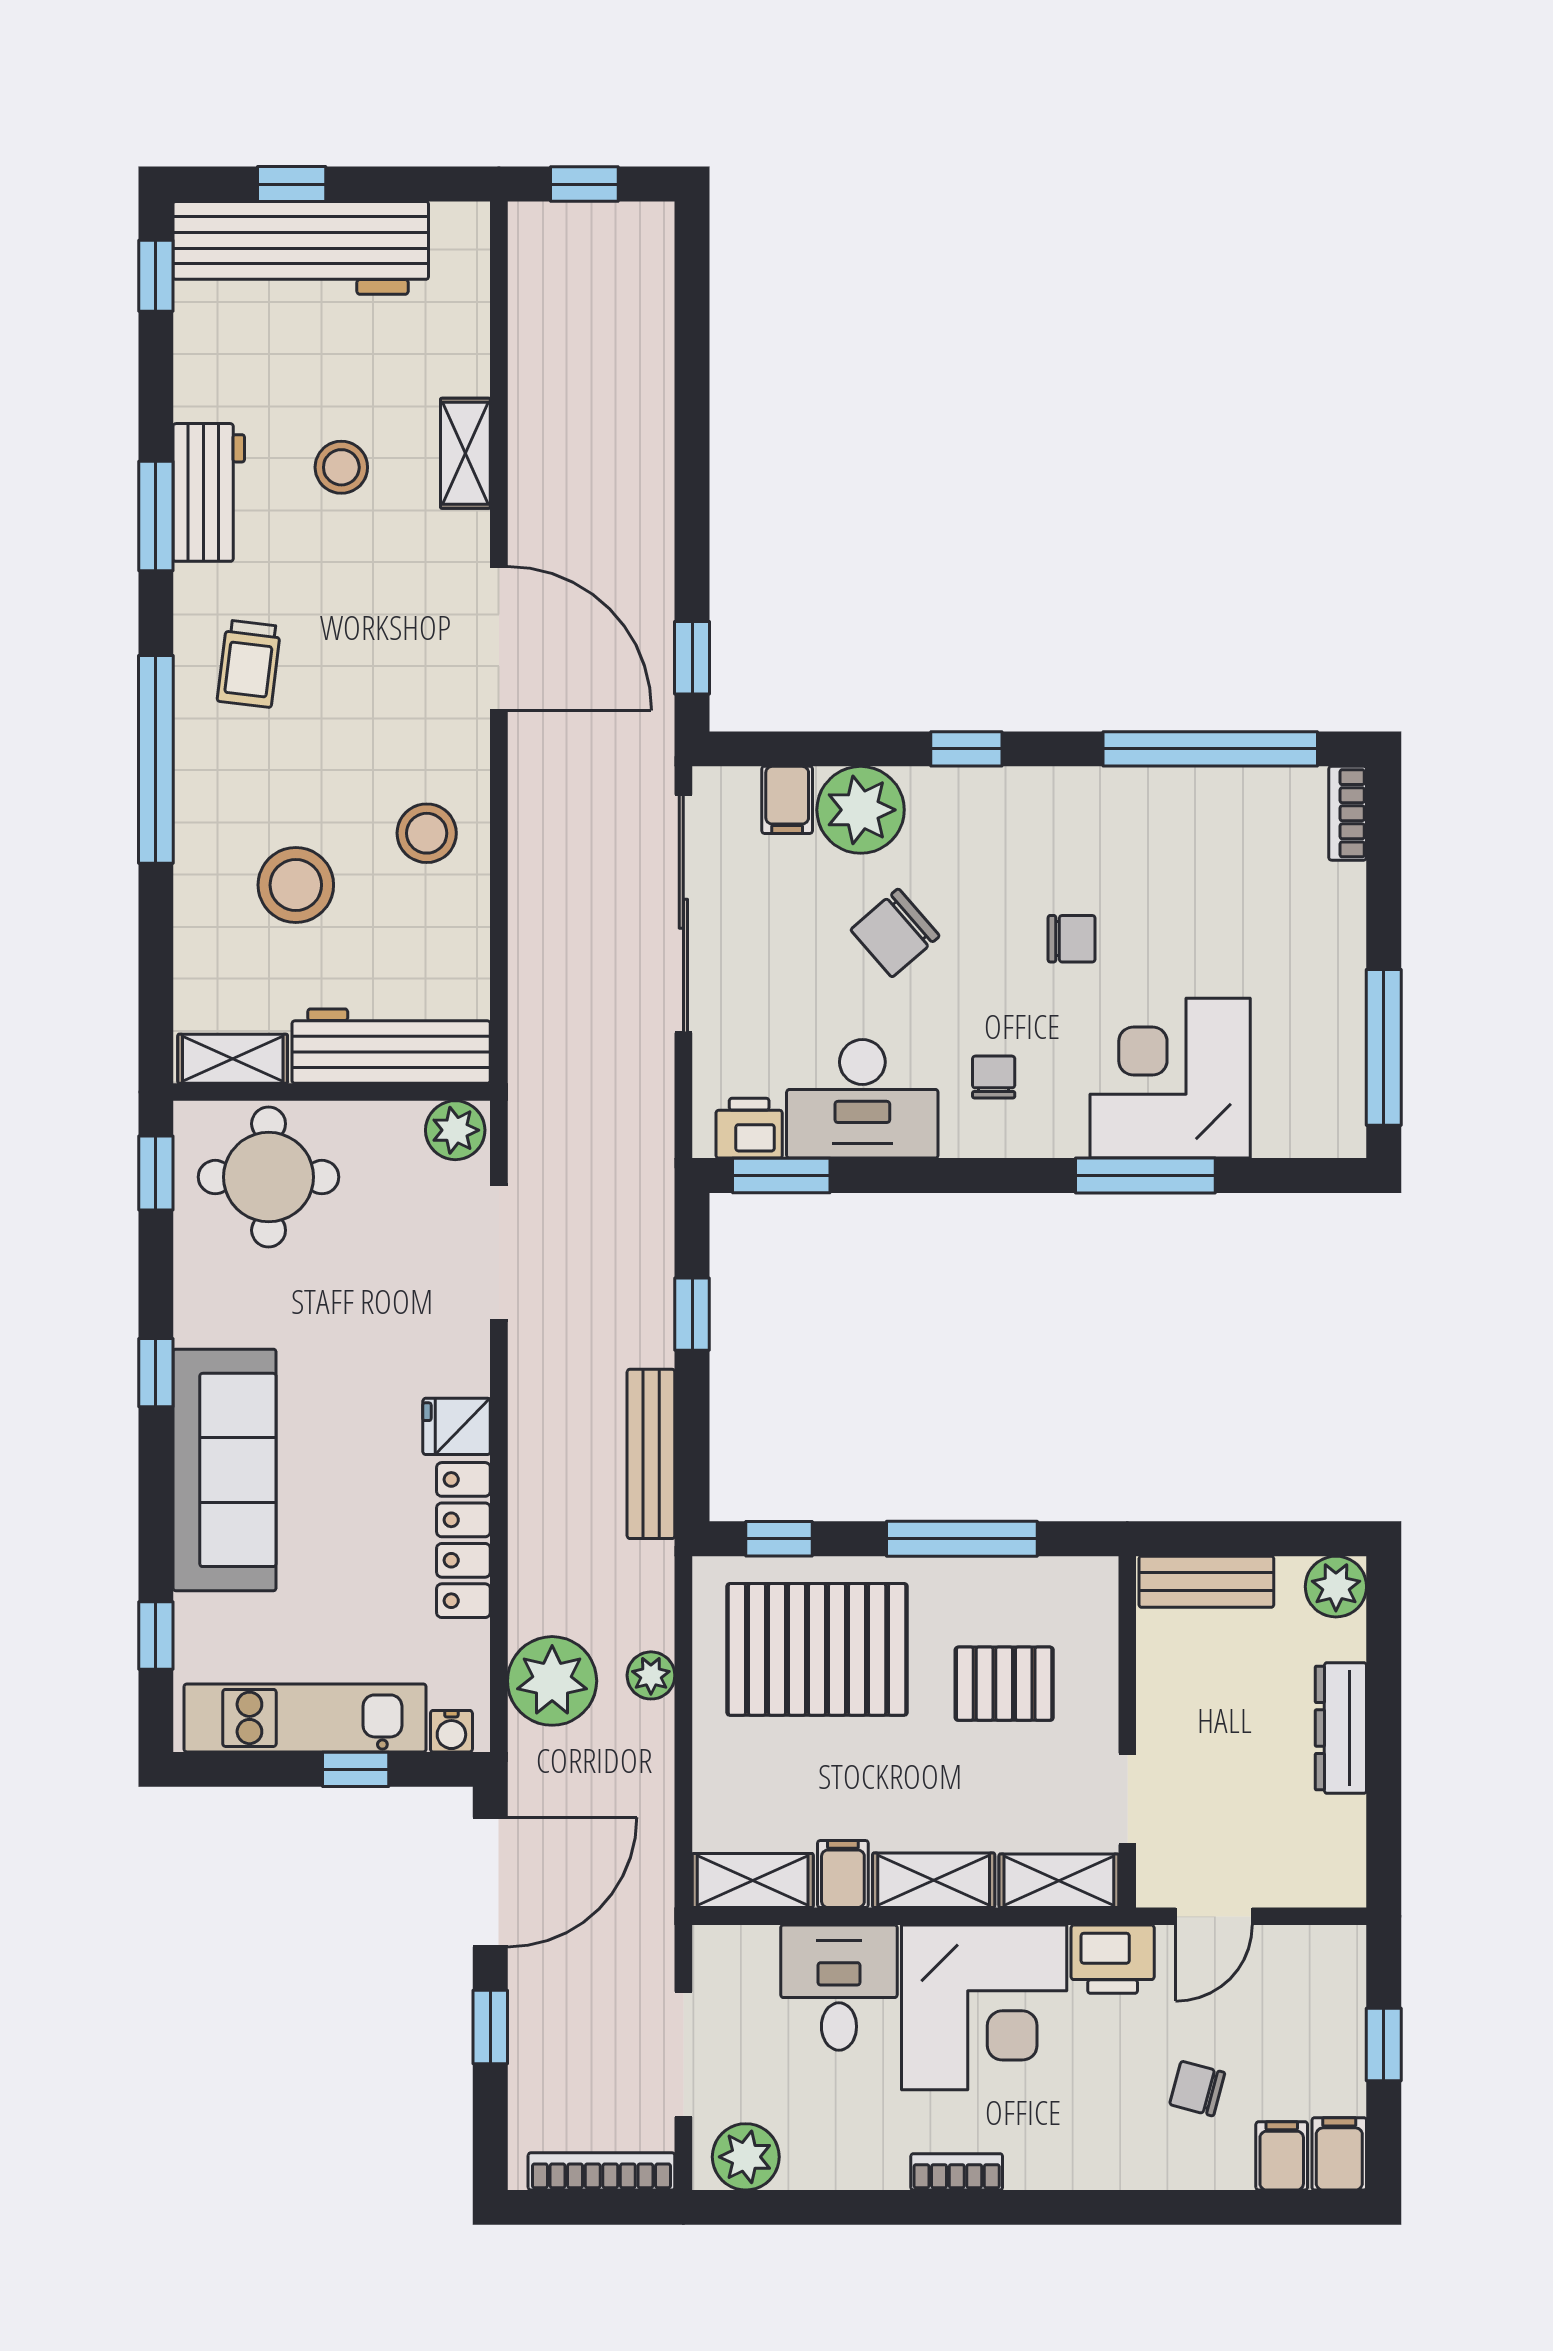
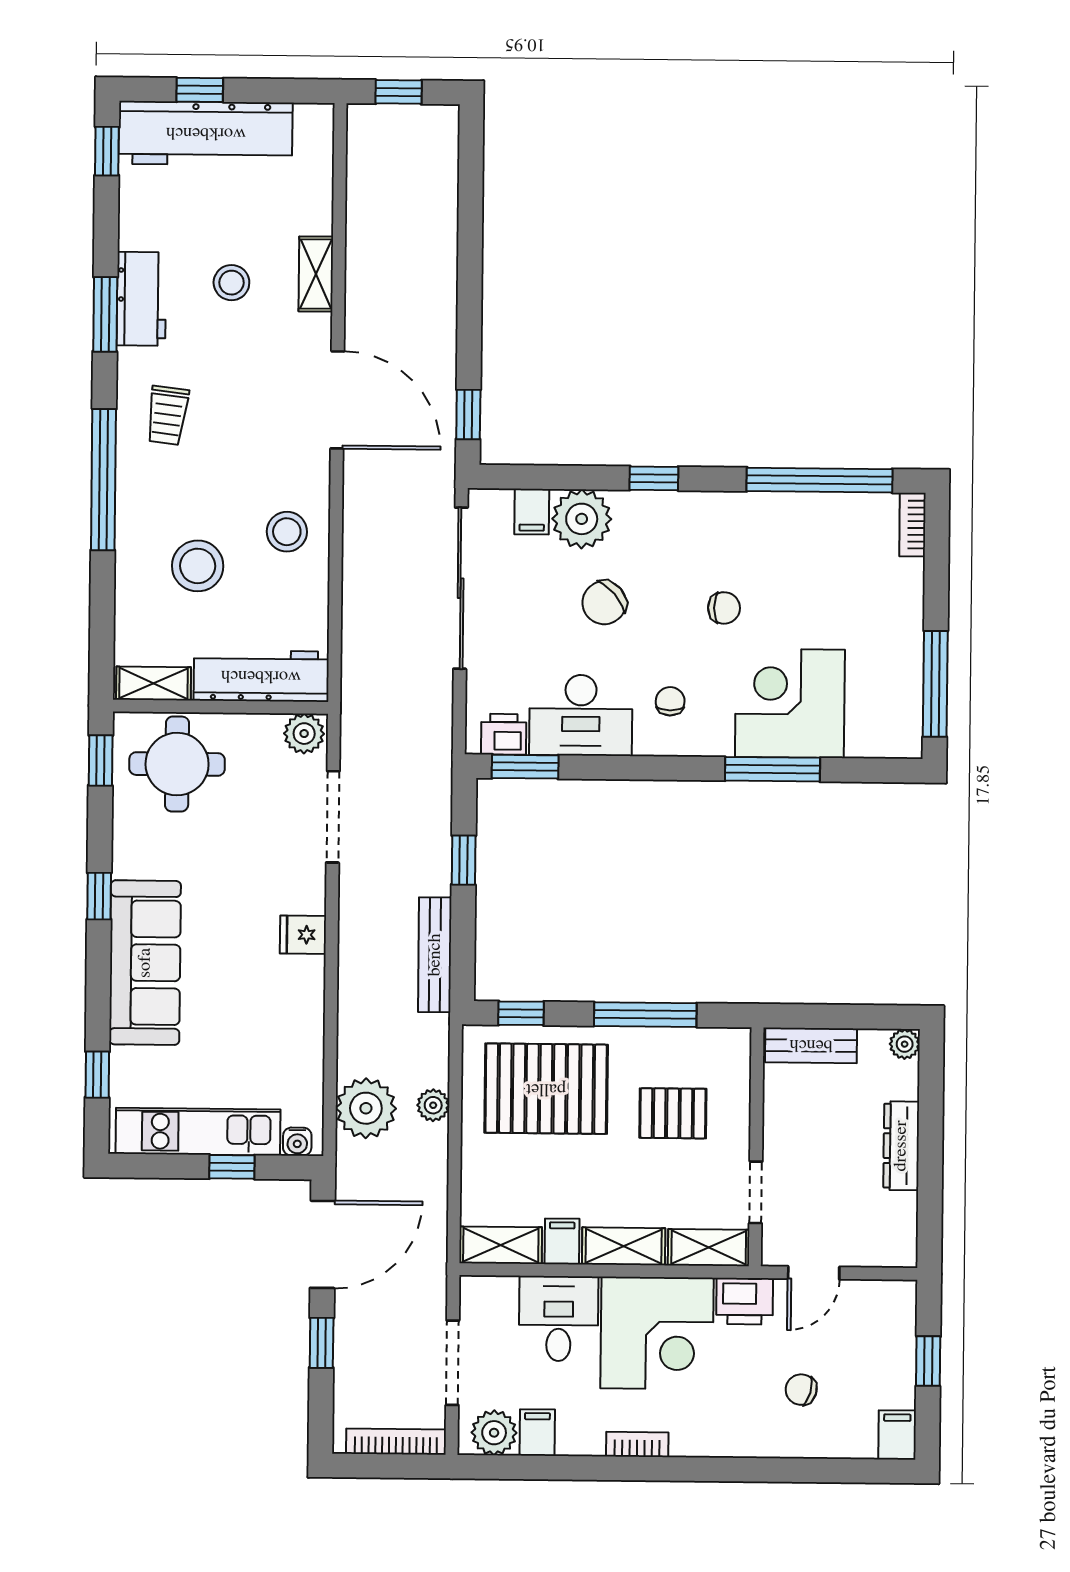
locker: (463, 1540) -> (307, 1012), removed
plant: (1336, 1587) -> (905, 1044), width x0.73, depth x0.73
filing cabinet: (1282, 2156) -> (537, 1433), moved

